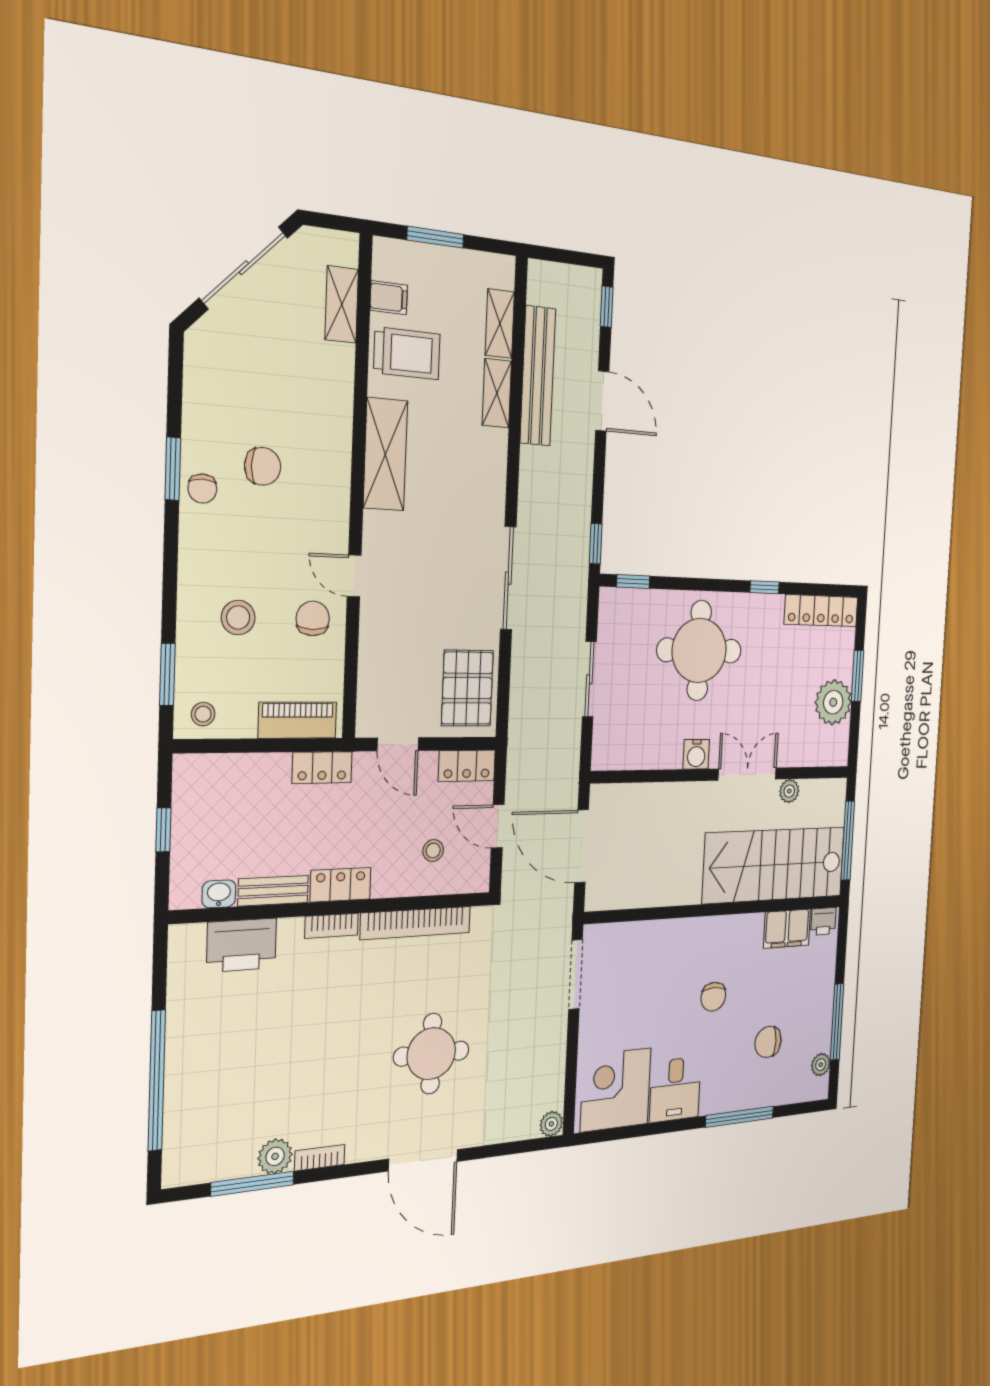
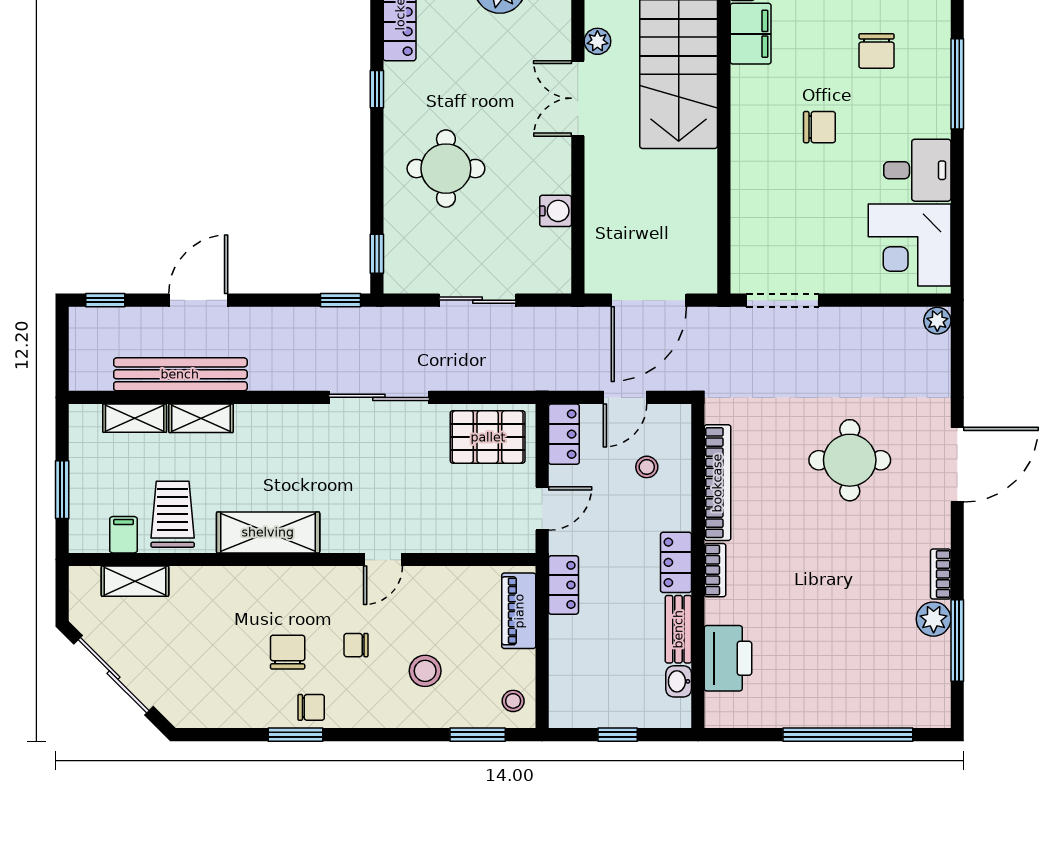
chair: (313, 618) -> (356, 645), moved, width x0.73, depth x0.73
round table: (699, 651) -> (446, 169), width x0.73, depth x0.73
water cooler: (696, 754) -> (556, 211), moved

